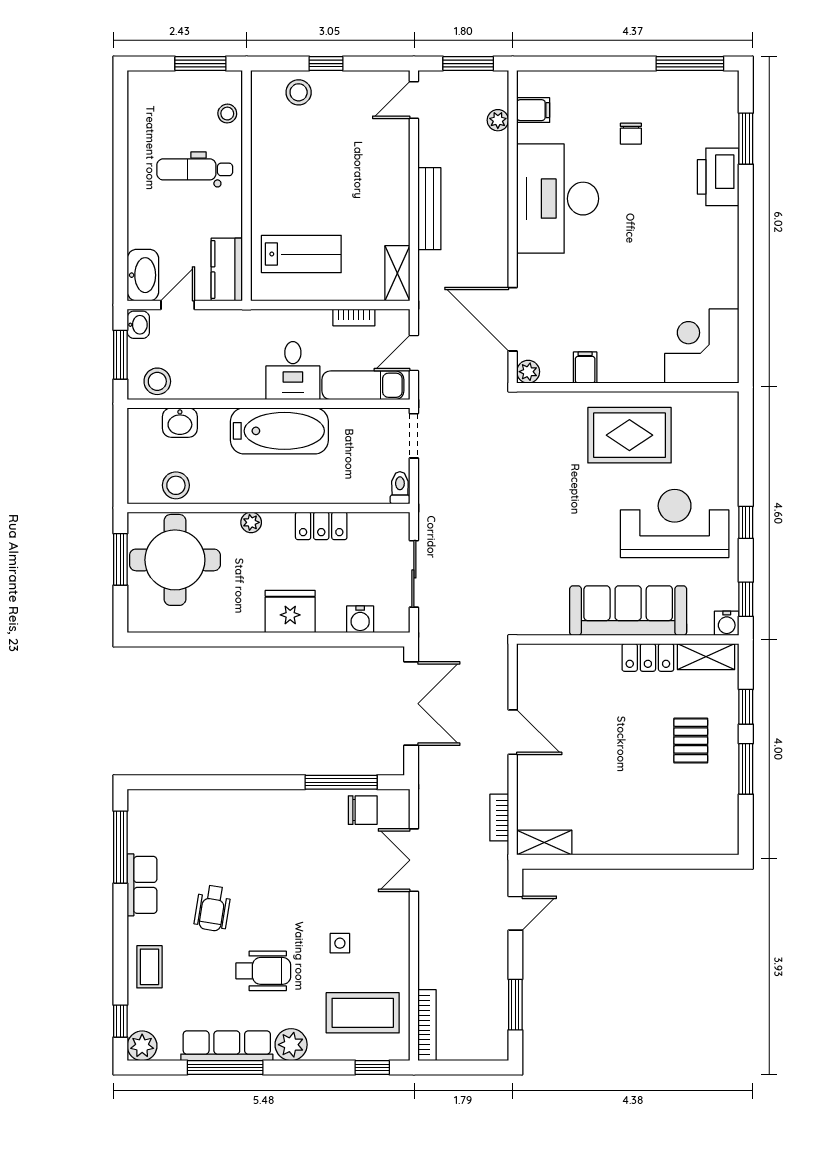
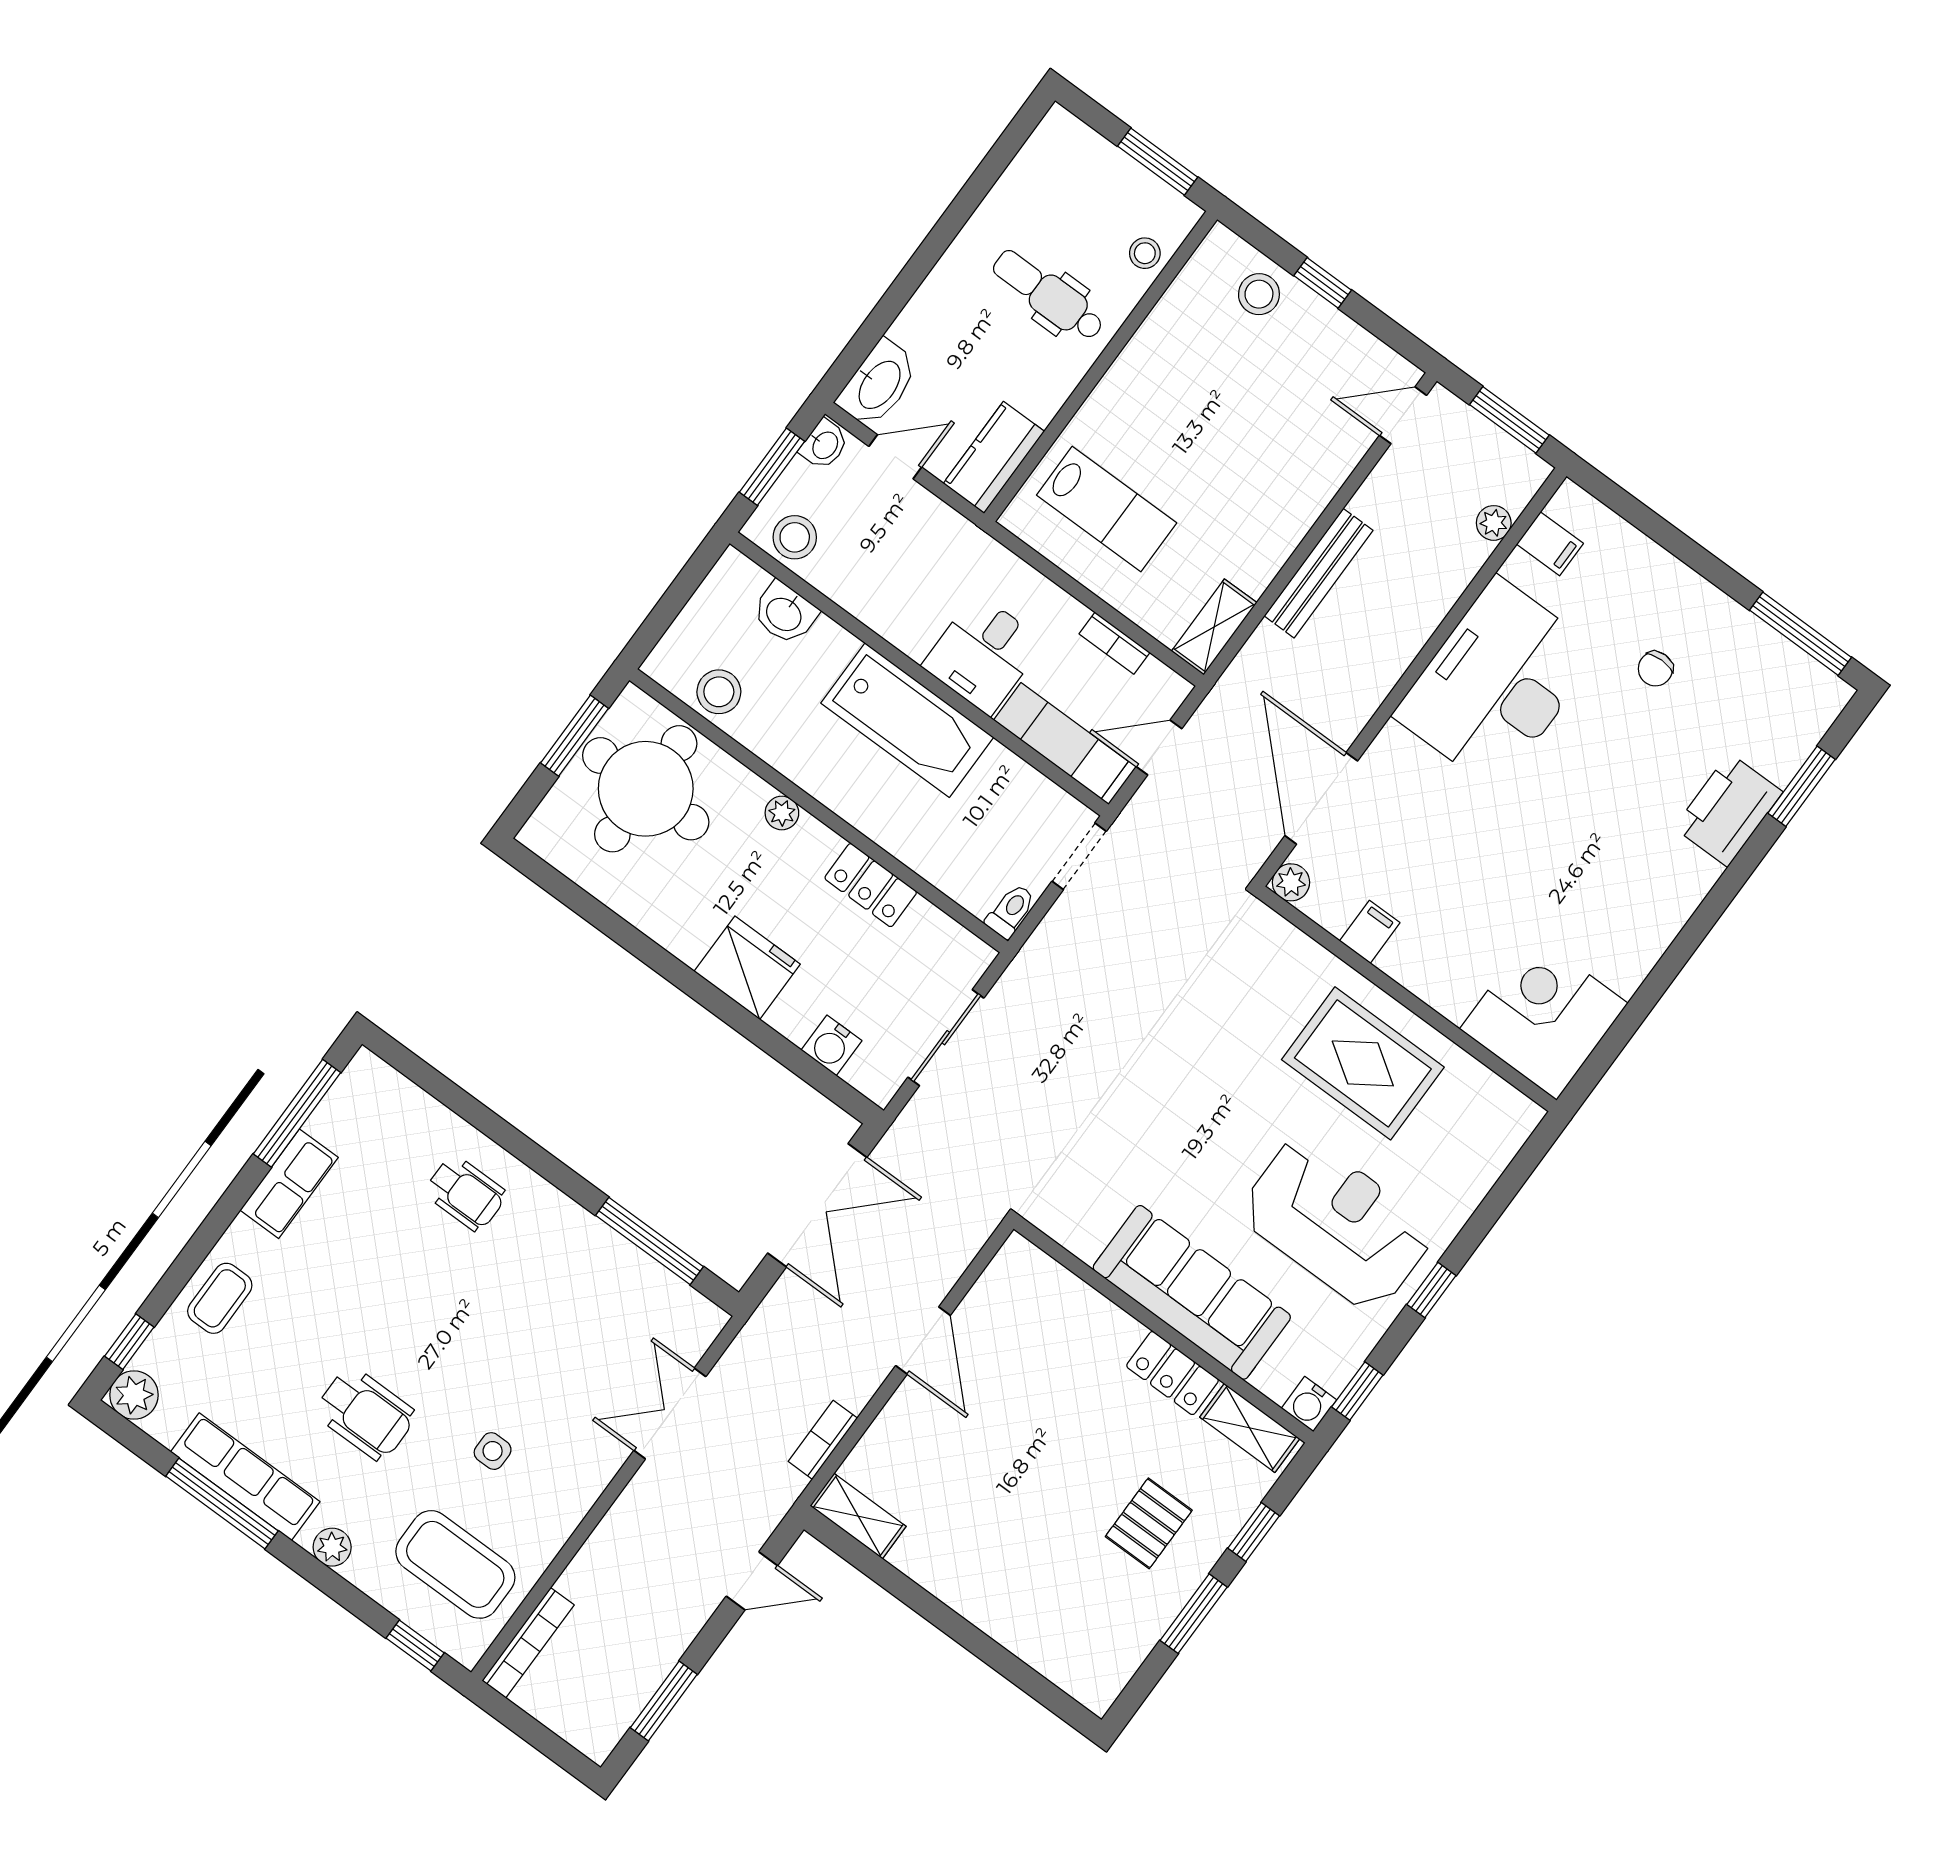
chair: (363, 810) -> (651, 1298), removed
wheelchair: (213, 908) -> (466, 1193), moved, turned -99
plant: (291, 1045) -> (332, 1547), width x0.73, depth x0.73

